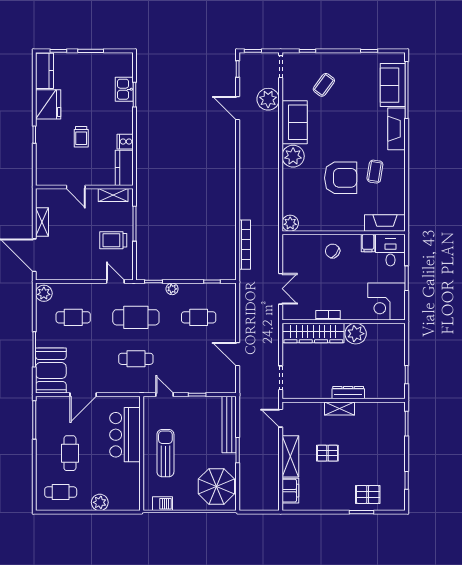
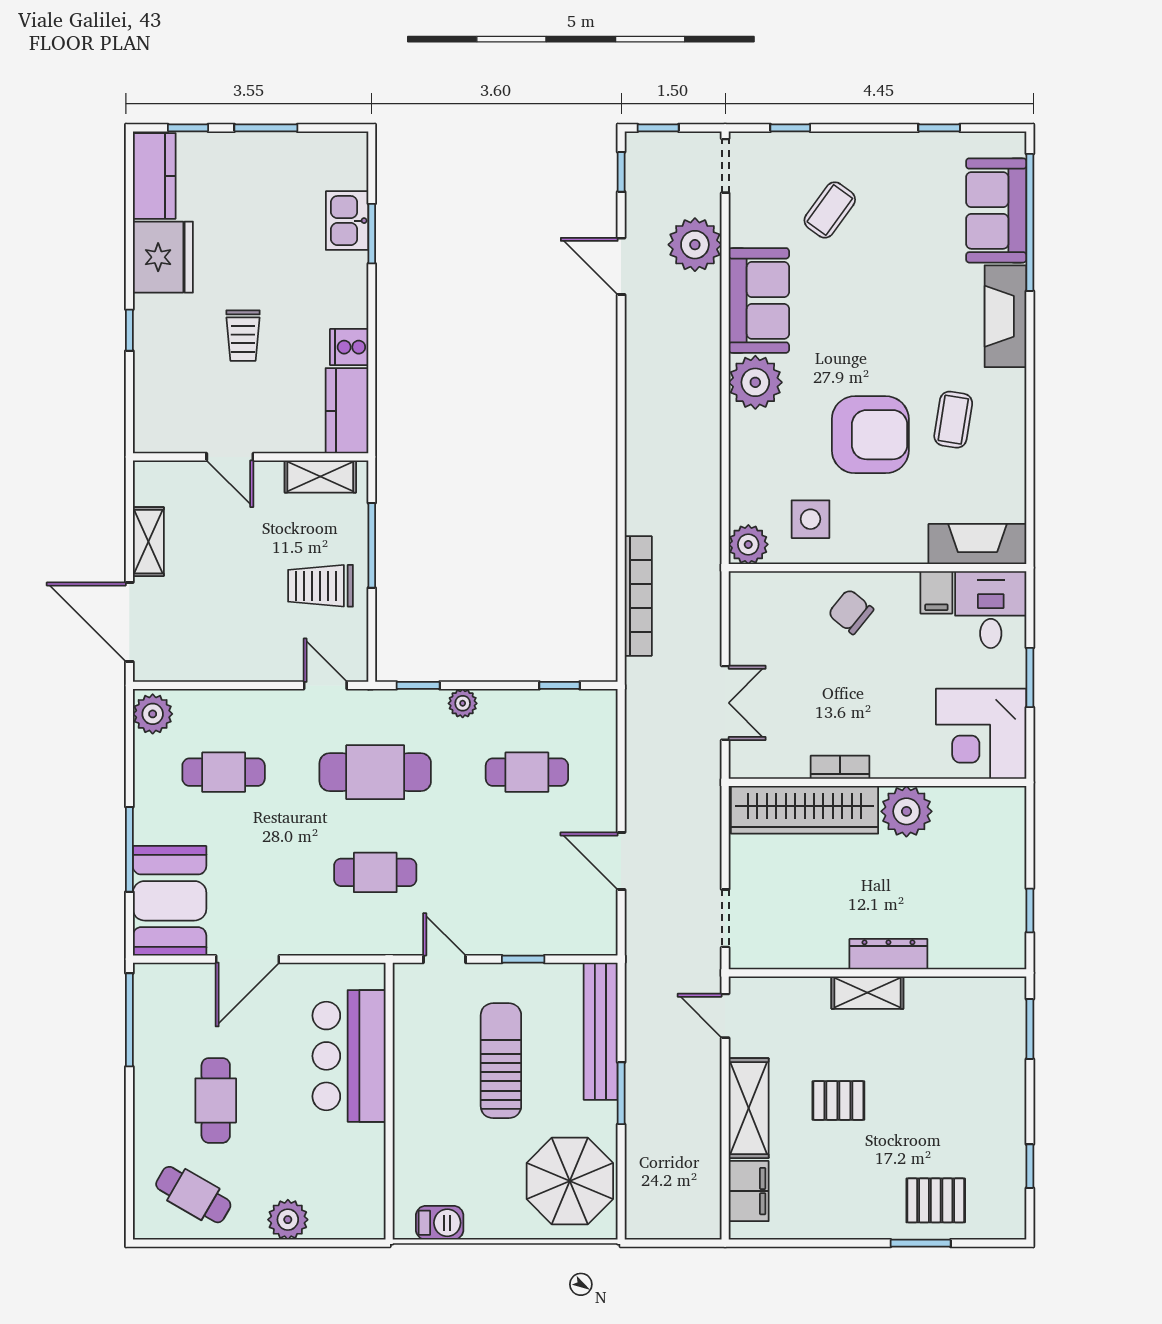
side table: (316, 213) -> (810, 519), added
sun lounger: (165, 453) -> (501, 1061), moved
cafe table: (61, 492) -> (193, 1195), turned 30

